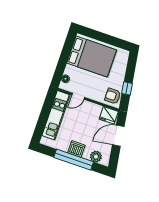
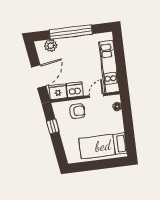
bed: (92, 56) -> (103, 146), width x0.67
armchair: (113, 96) -> (77, 111), moved
dishwasher: (76, 149) -> (75, 90), moved, turned 180

